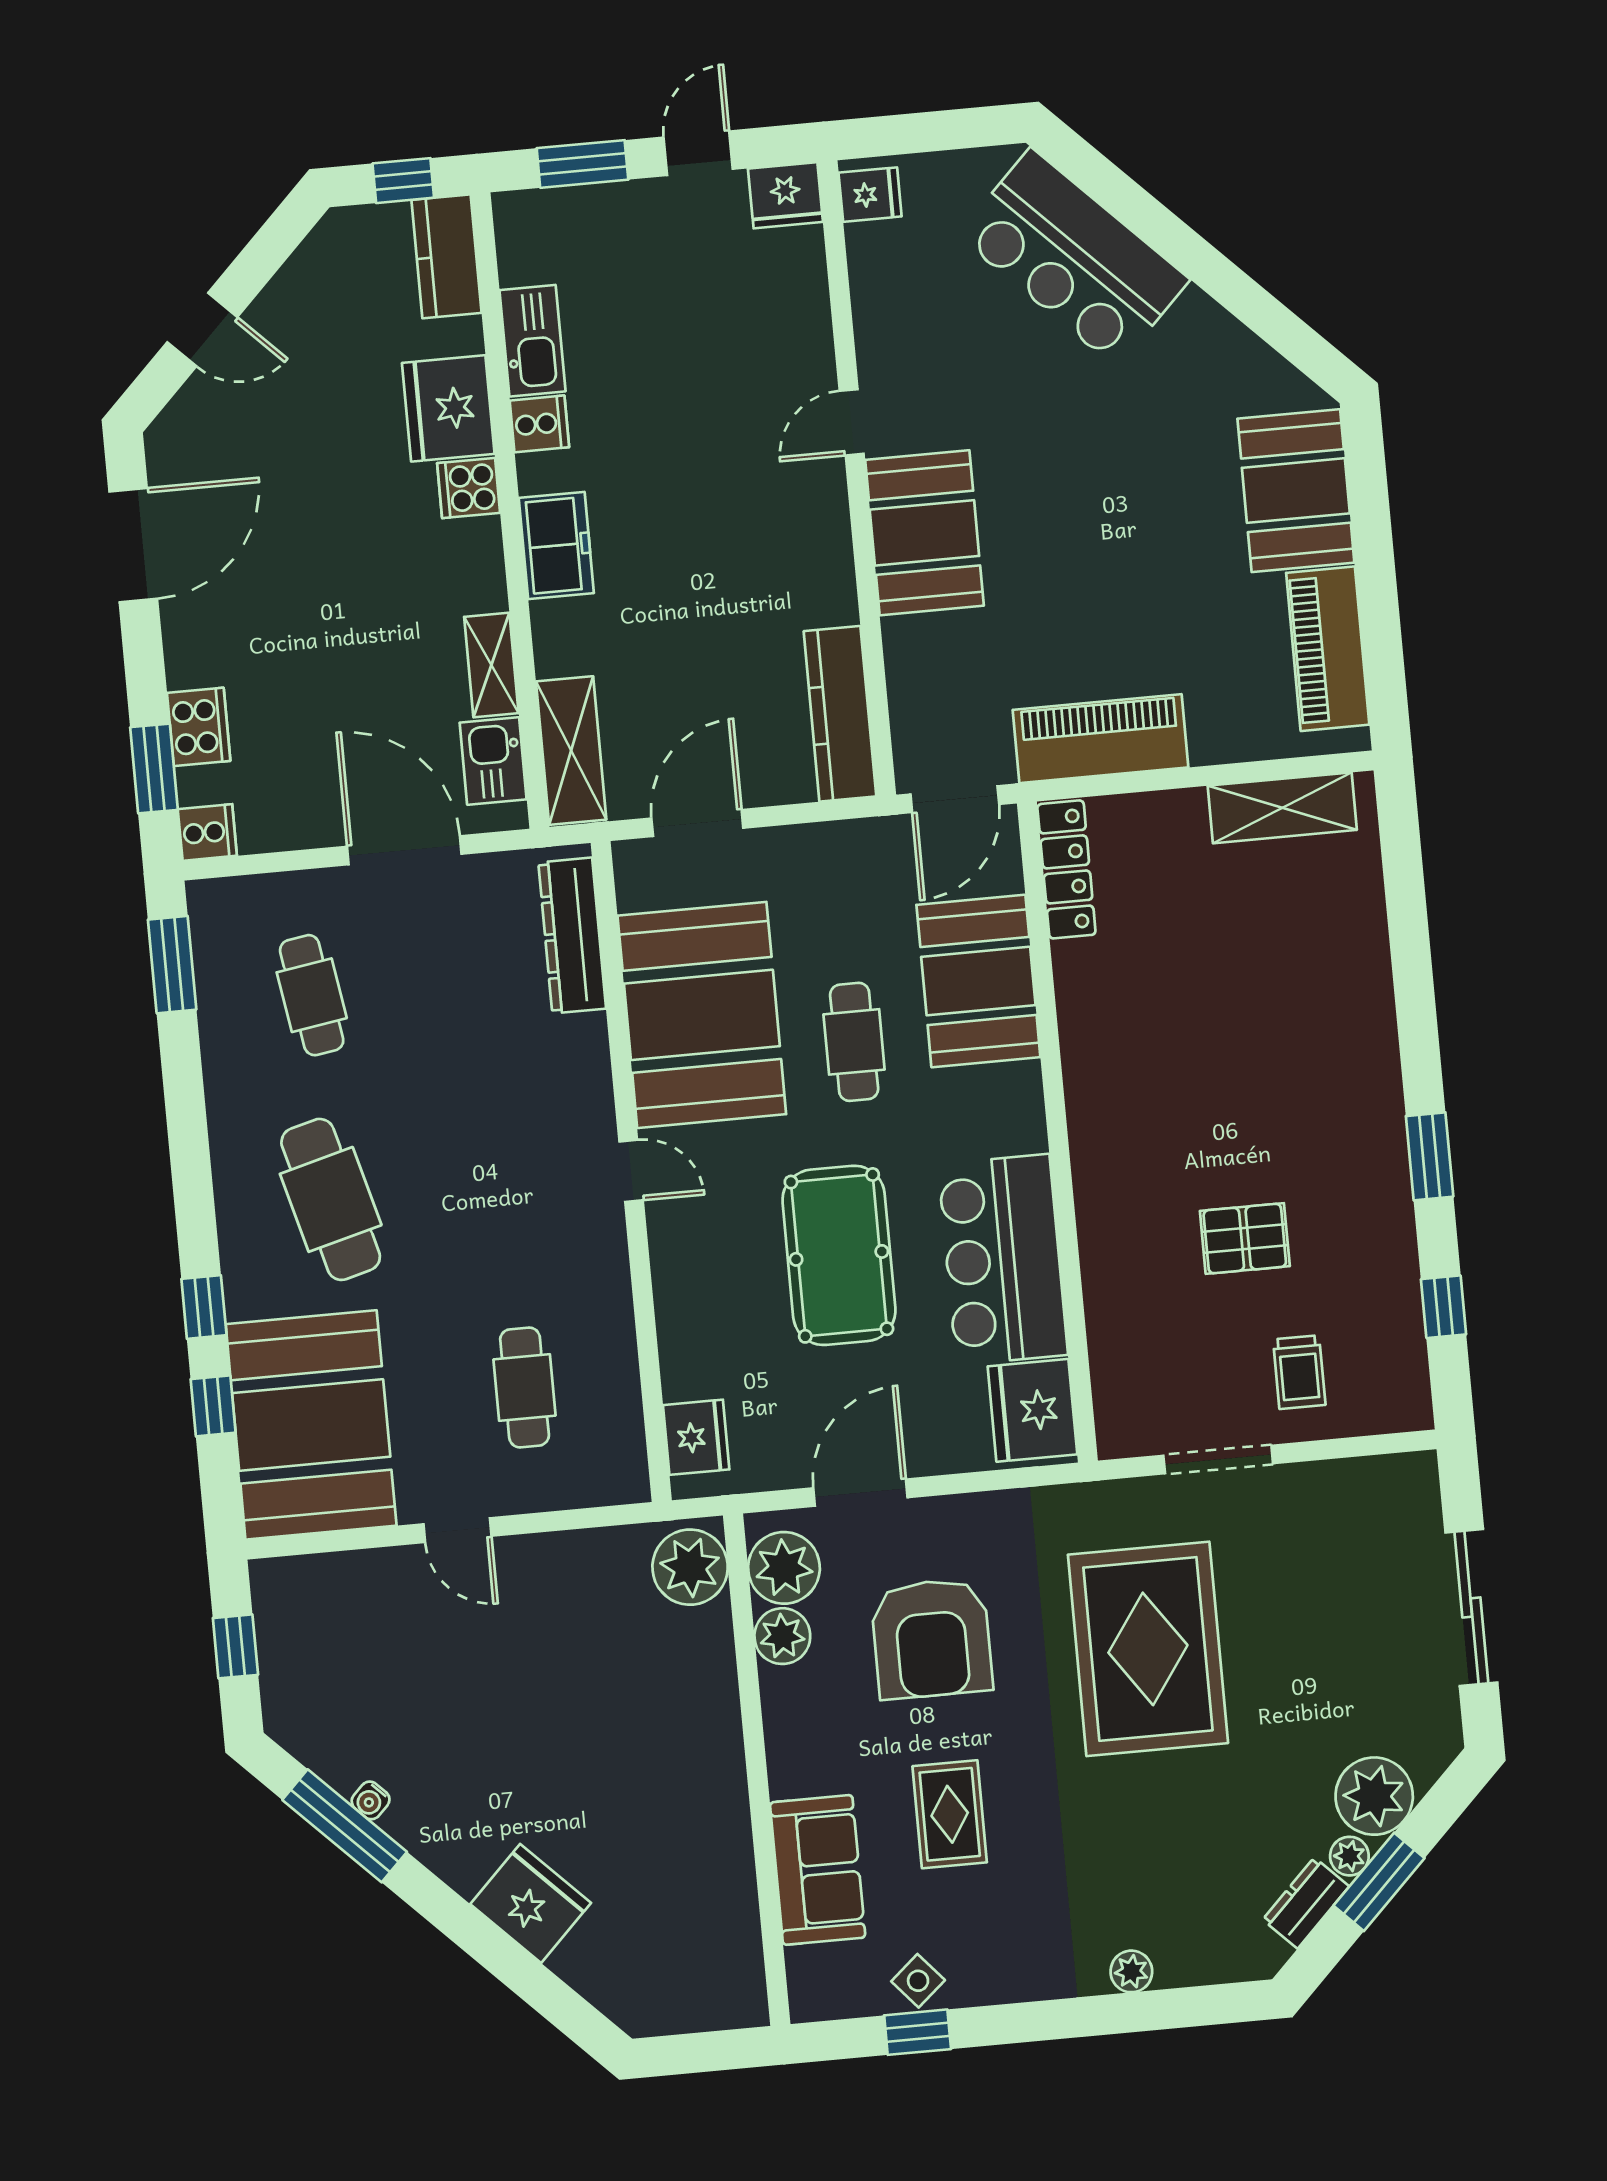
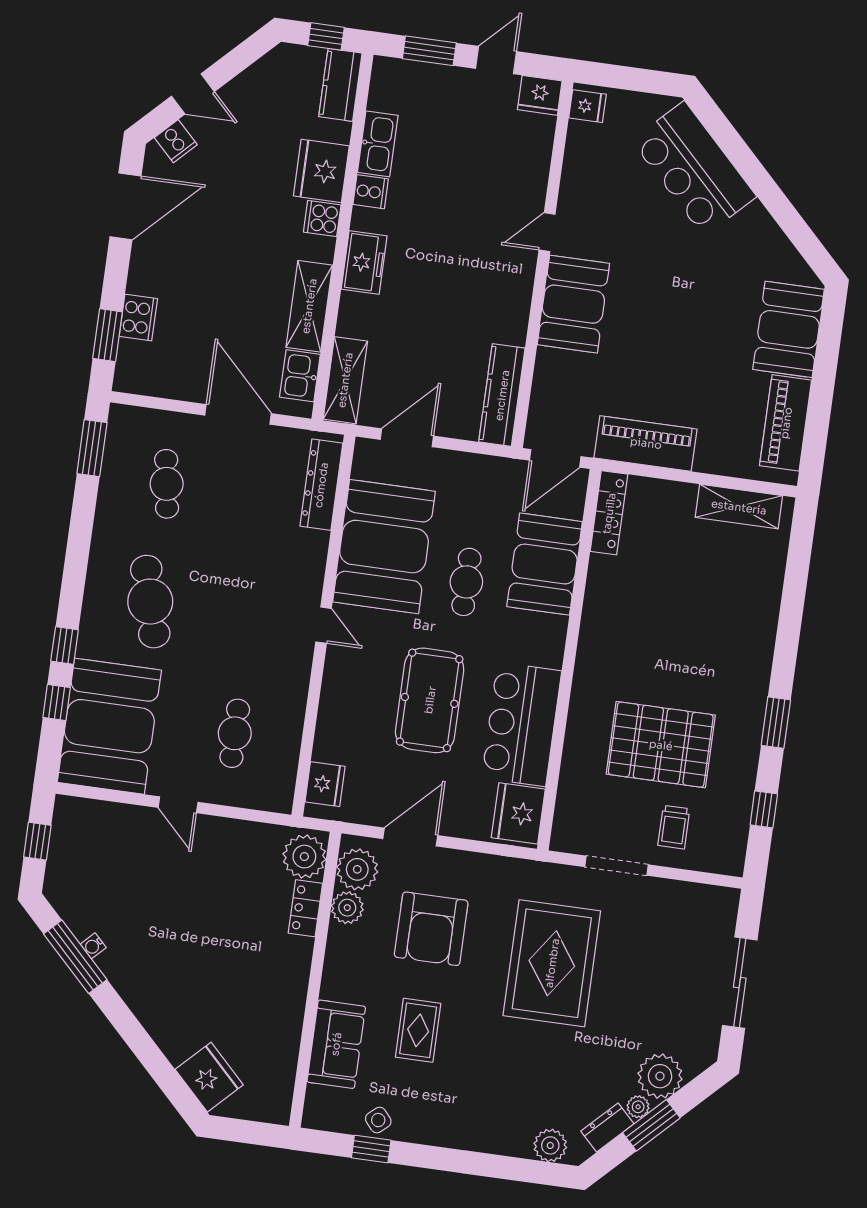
shelving: (491, 665) -> (309, 306), width x1.50, depth x1.33
cooker: (207, 832) -> (176, 141), moved, turned 45
pallet: (1245, 1239) -> (661, 745), width x2.05, depth x2.00
locker: (712, 1654) -> (305, 908), added
fridge: (531, 1903) -> (209, 1077), moved
plant: (1131, 1971) -> (550, 1145), moved, width x1.38, depth x1.38

